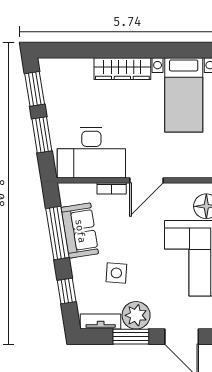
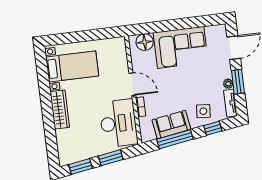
side table: (116, 273) -> (203, 111), moved
plant: (136, 315) -> (228, 84), width x0.53, depth x0.53

